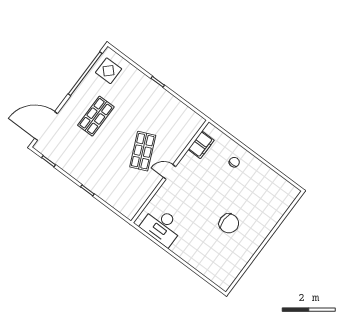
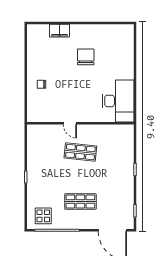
filing cabinet: (201, 145) -> (59, 31), moved, turned 180
shop shelf: (143, 151) -> (80, 152), turned 30
door: (169, 172) -> (70, 123), moved
desk: (162, 226) -> (118, 101), width x1.36, depth x1.30

